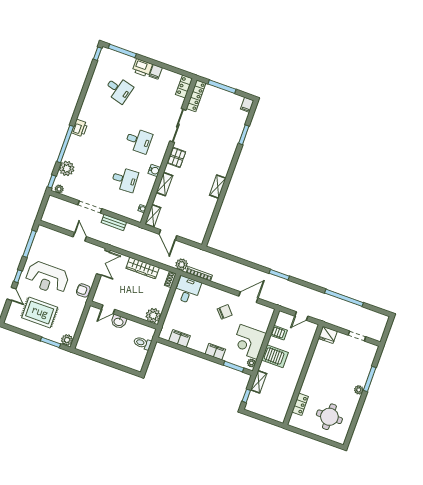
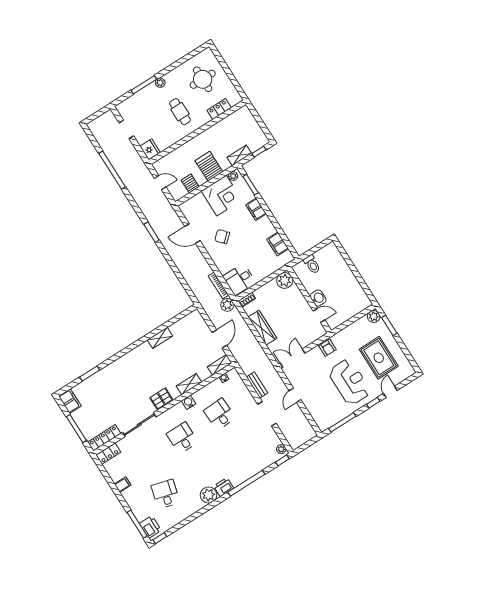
printer: (142, 68) -> (150, 527), moved
filing cabinet: (247, 105) -> (70, 401), width x2.00
plant: (67, 168) -> (209, 495), moved
shelving: (218, 187) -> (160, 338), moved
cafe table: (327, 380) -> (180, 112), added

